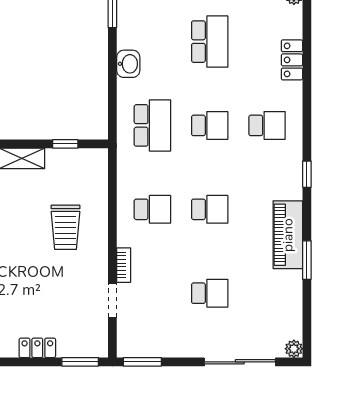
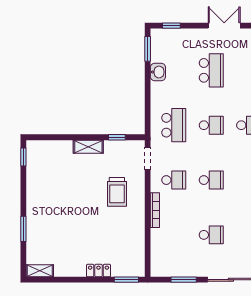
washbasin: (128, 64) -> (158, 72), moved
bookcase: (124, 265) -> (155, 210), width x1.56
doorway: (112, 301) -> (148, 158), moved
window: (142, 362) -> (184, 280), moved

